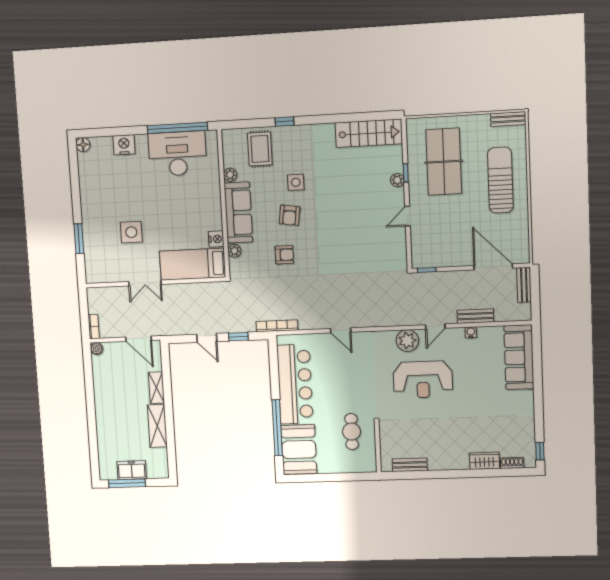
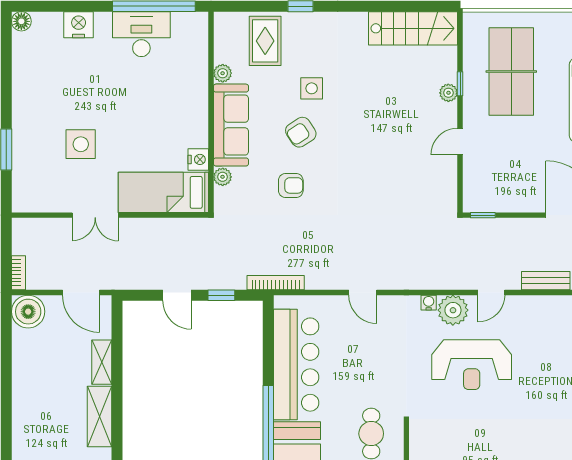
desk: (177, 154) -> (141, 34), width x0.73, depth x0.77
armchair: (290, 215) -> (301, 132), turned 49
water cooler: (471, 332) -> (429, 303), moved
boiler: (97, 349) -> (28, 312), width x1.86, depth x1.86

